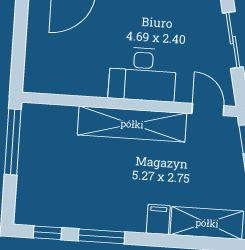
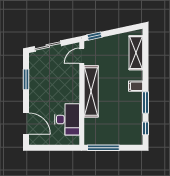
desk: (143, 74) -> (67, 119), moved
filing cabinet: (158, 219) -> (136, 86), moved

